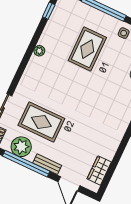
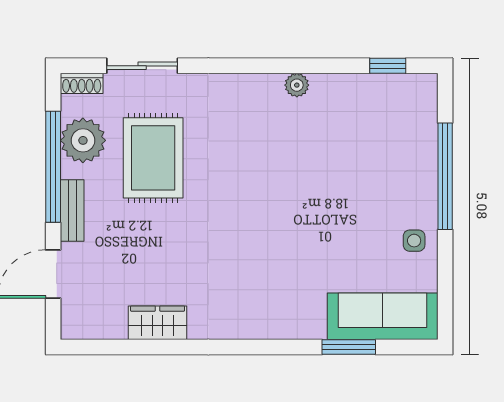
rug: (87, 49) -> (347, 182), removed
wardrobe: (99, 170) -> (158, 323), moved

